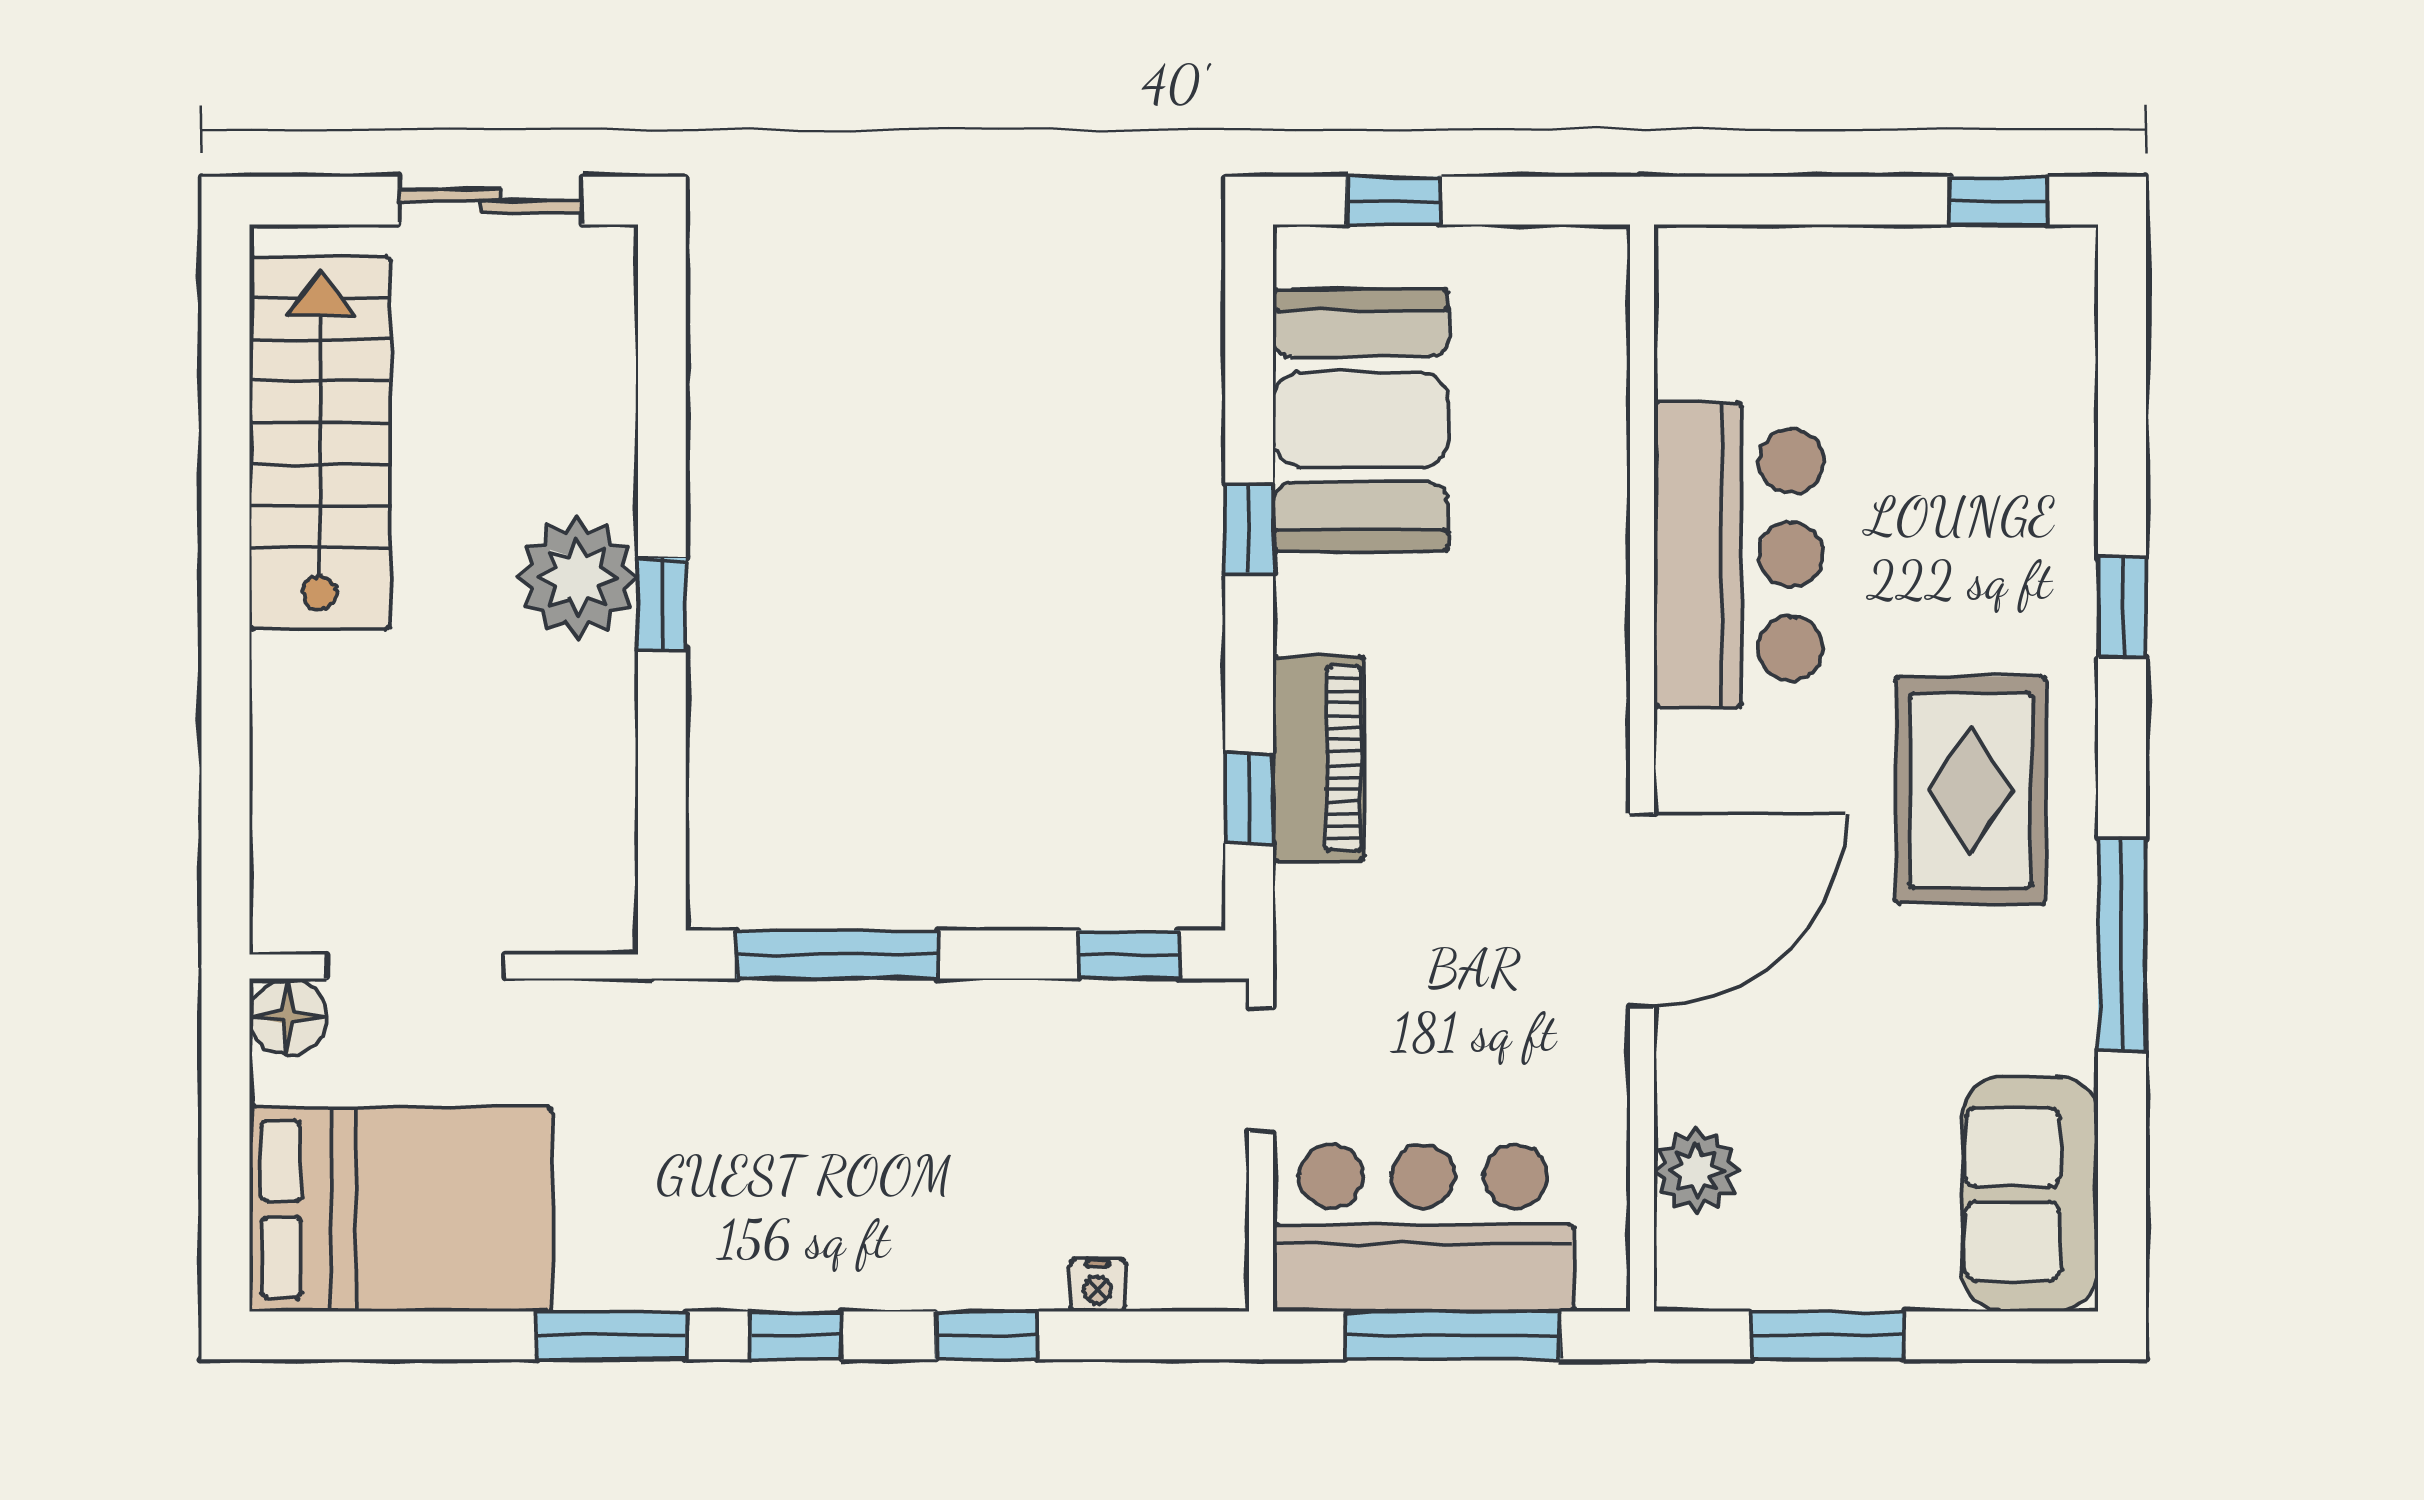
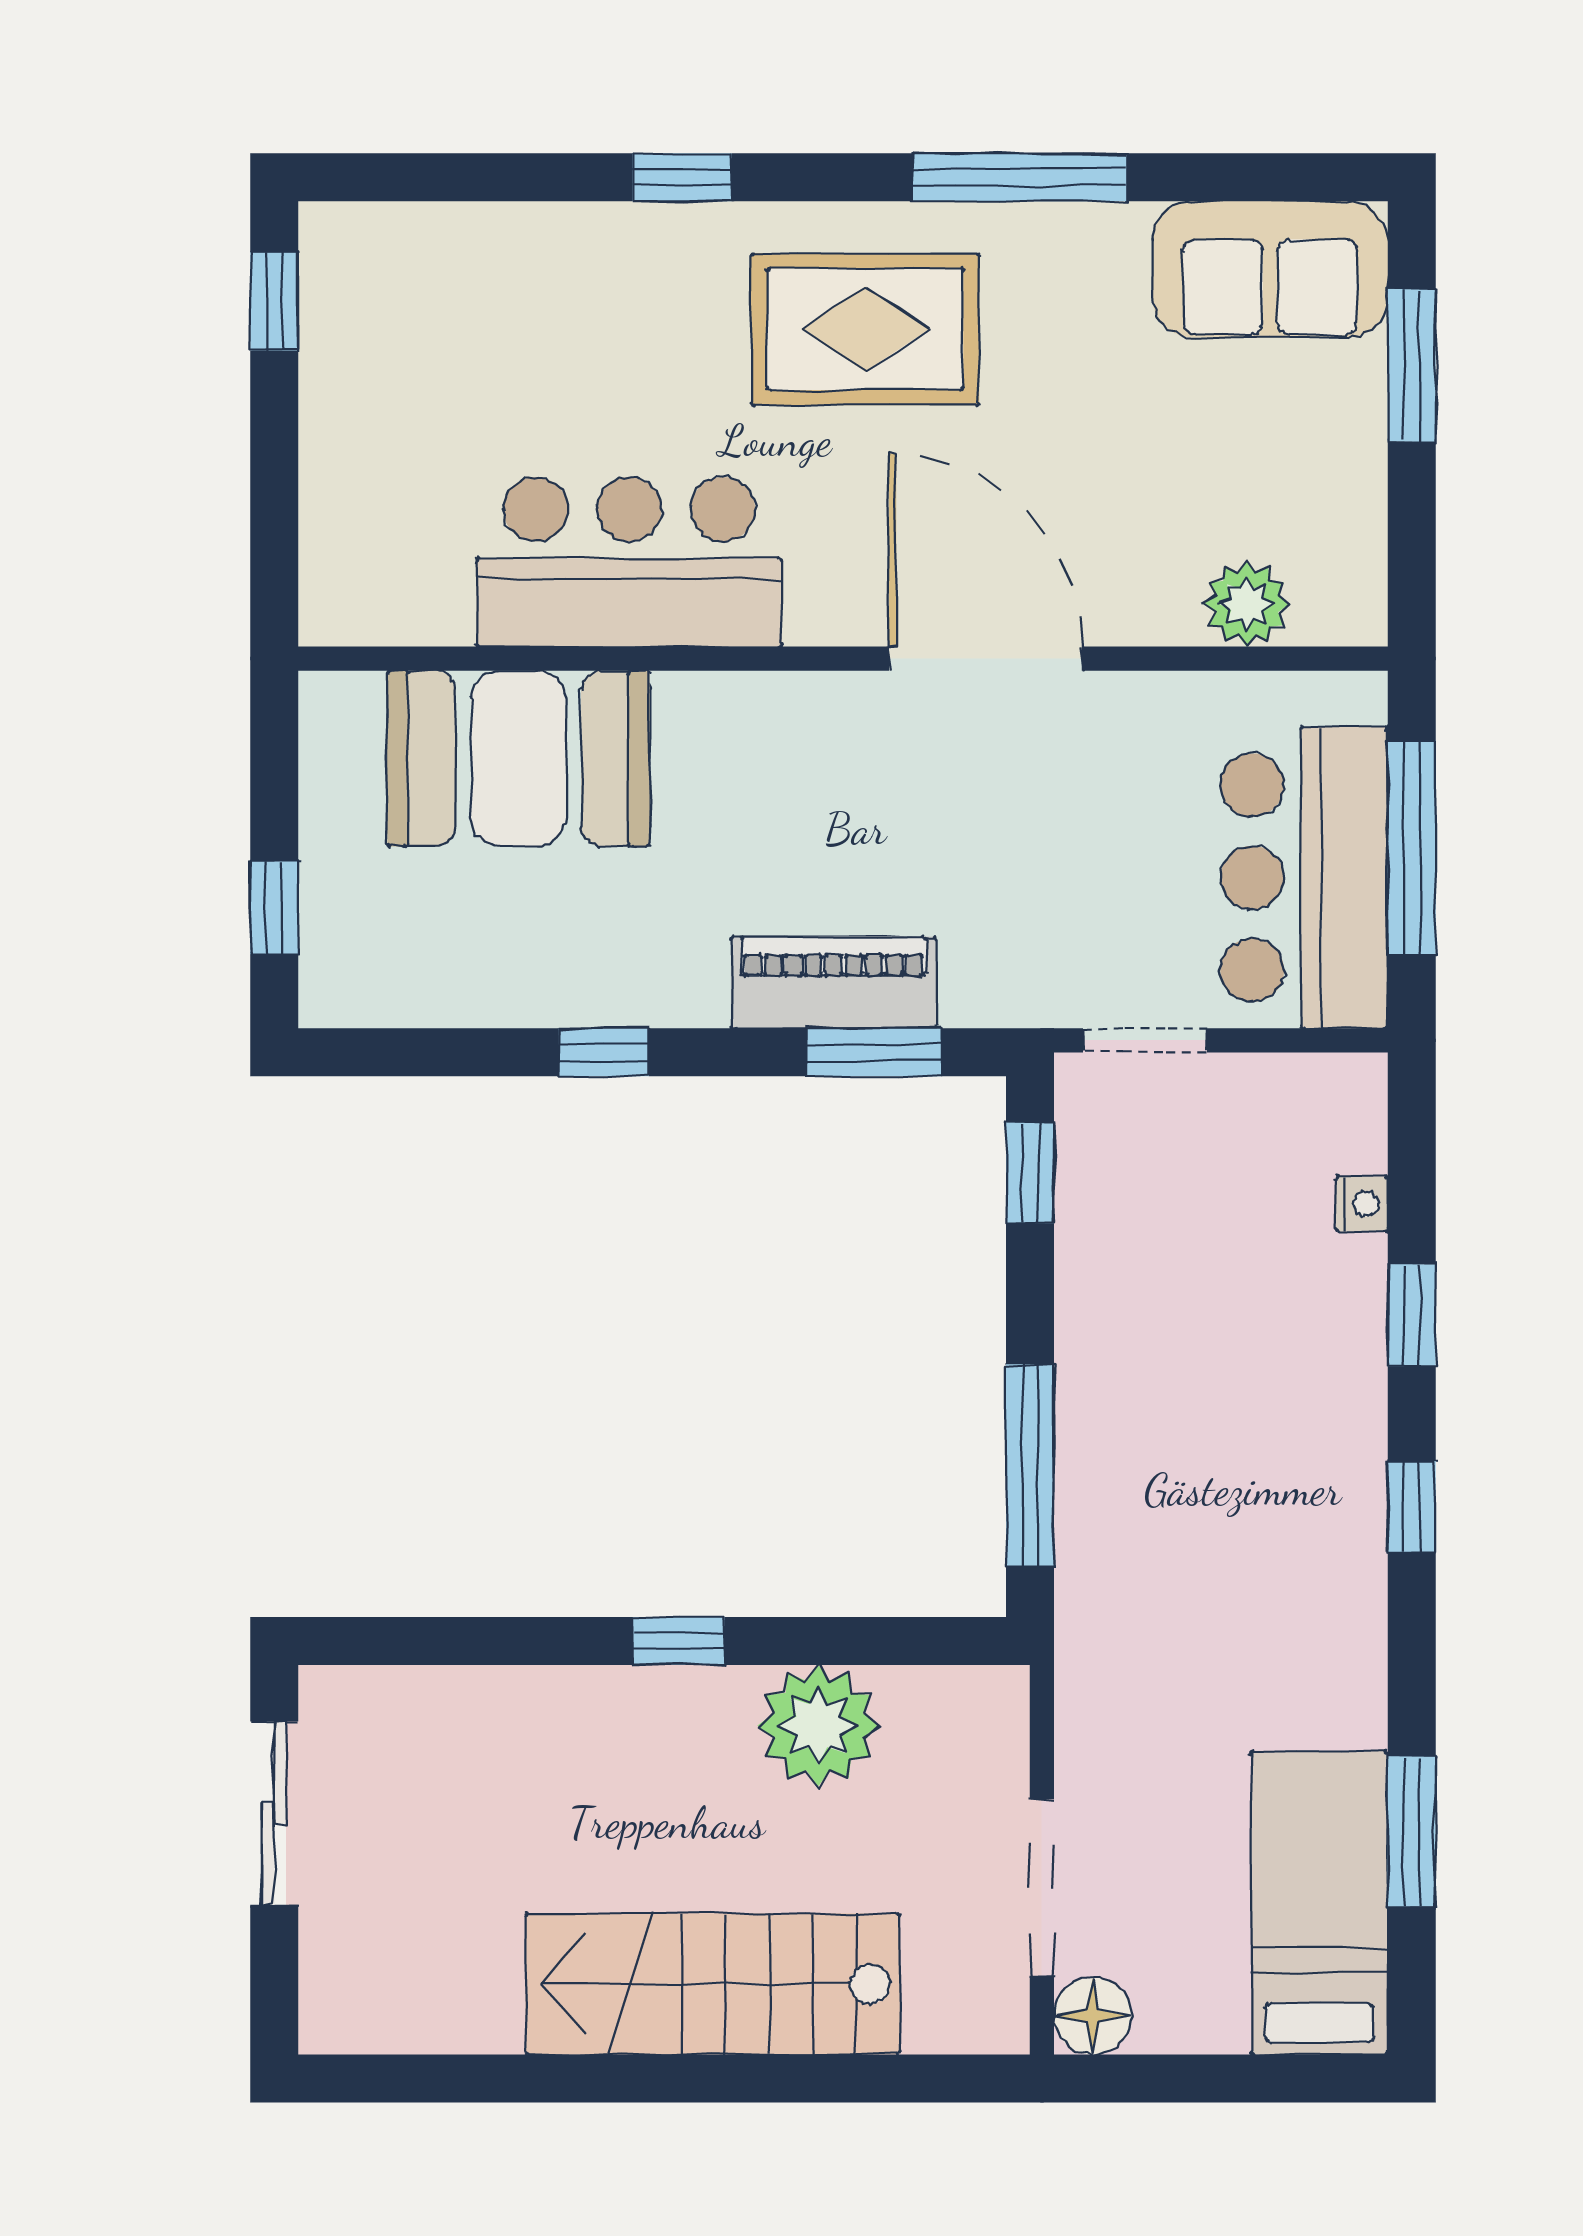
booth: (1361, 420) -> (518, 758), moved
stairs: (320, 443) -> (713, 1984), moved
plant: (577, 577) -> (818, 1726), moved
window: (1249, 799) -> (874, 1052), width x1.50
bed: (401, 1209) -> (1320, 1903), width x0.67
window: (611, 1335) -> (1412, 1831), moved
window: (1827, 1335) -> (1412, 365), moved

